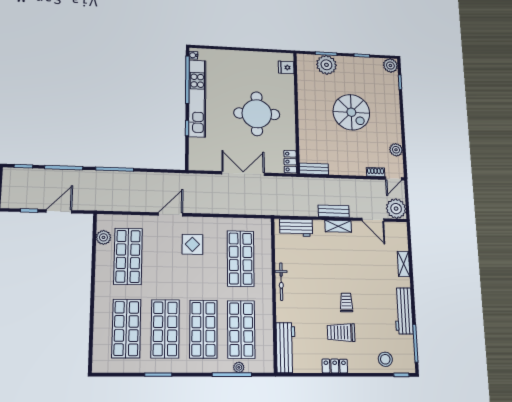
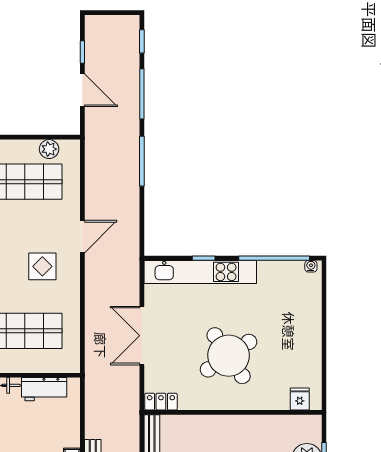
kitchen unit: (197, 98) -> (200, 272), moved
round table: (257, 114) -> (229, 356), turned -34
double door: (243, 174) -> (142, 336), swing flipped
door: (171, 214) -> (82, 237), hinge flipped
workbench: (296, 228) -> (44, 389), moved, turned -90

